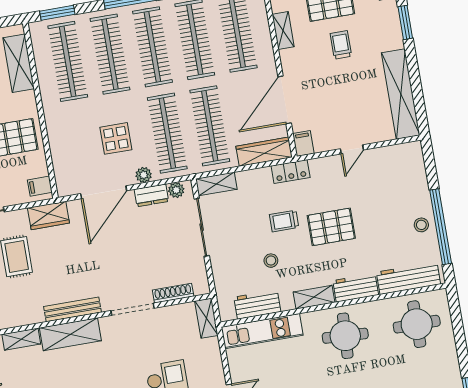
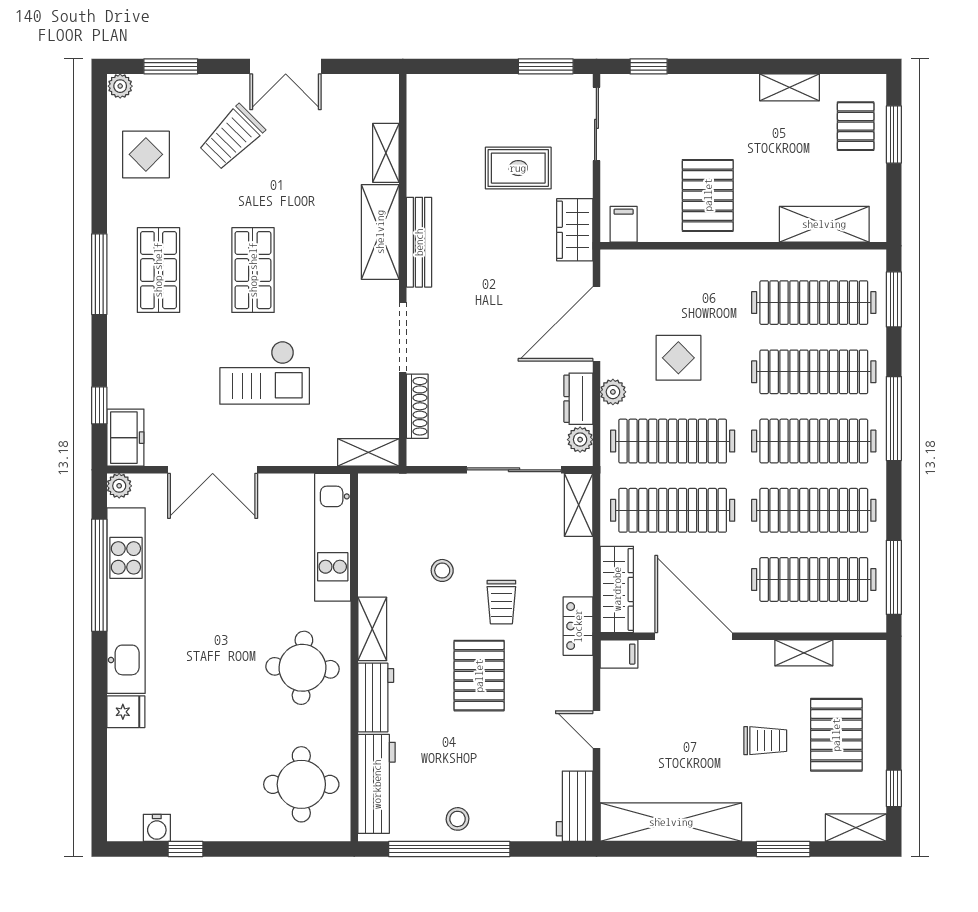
door: (104, 192) -> (596, 324), hinge flipped
trolley: (284, 221) -> (501, 602), turned 180
workbench: (257, 304) -> (575, 806), moved, turned 180

